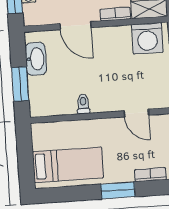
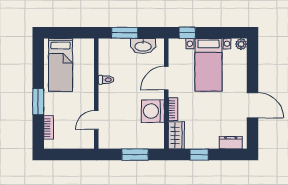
washing machine: (147, 38) -> (153, 111), moved

